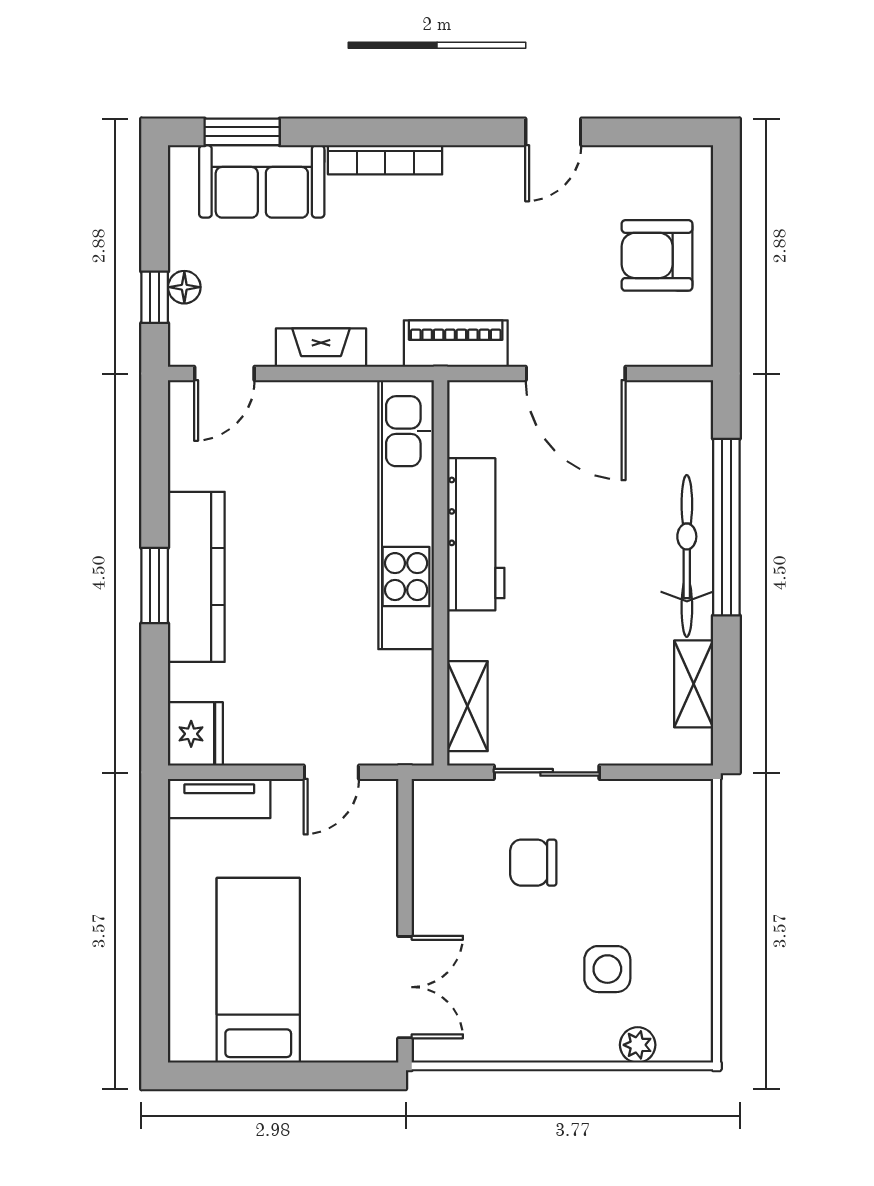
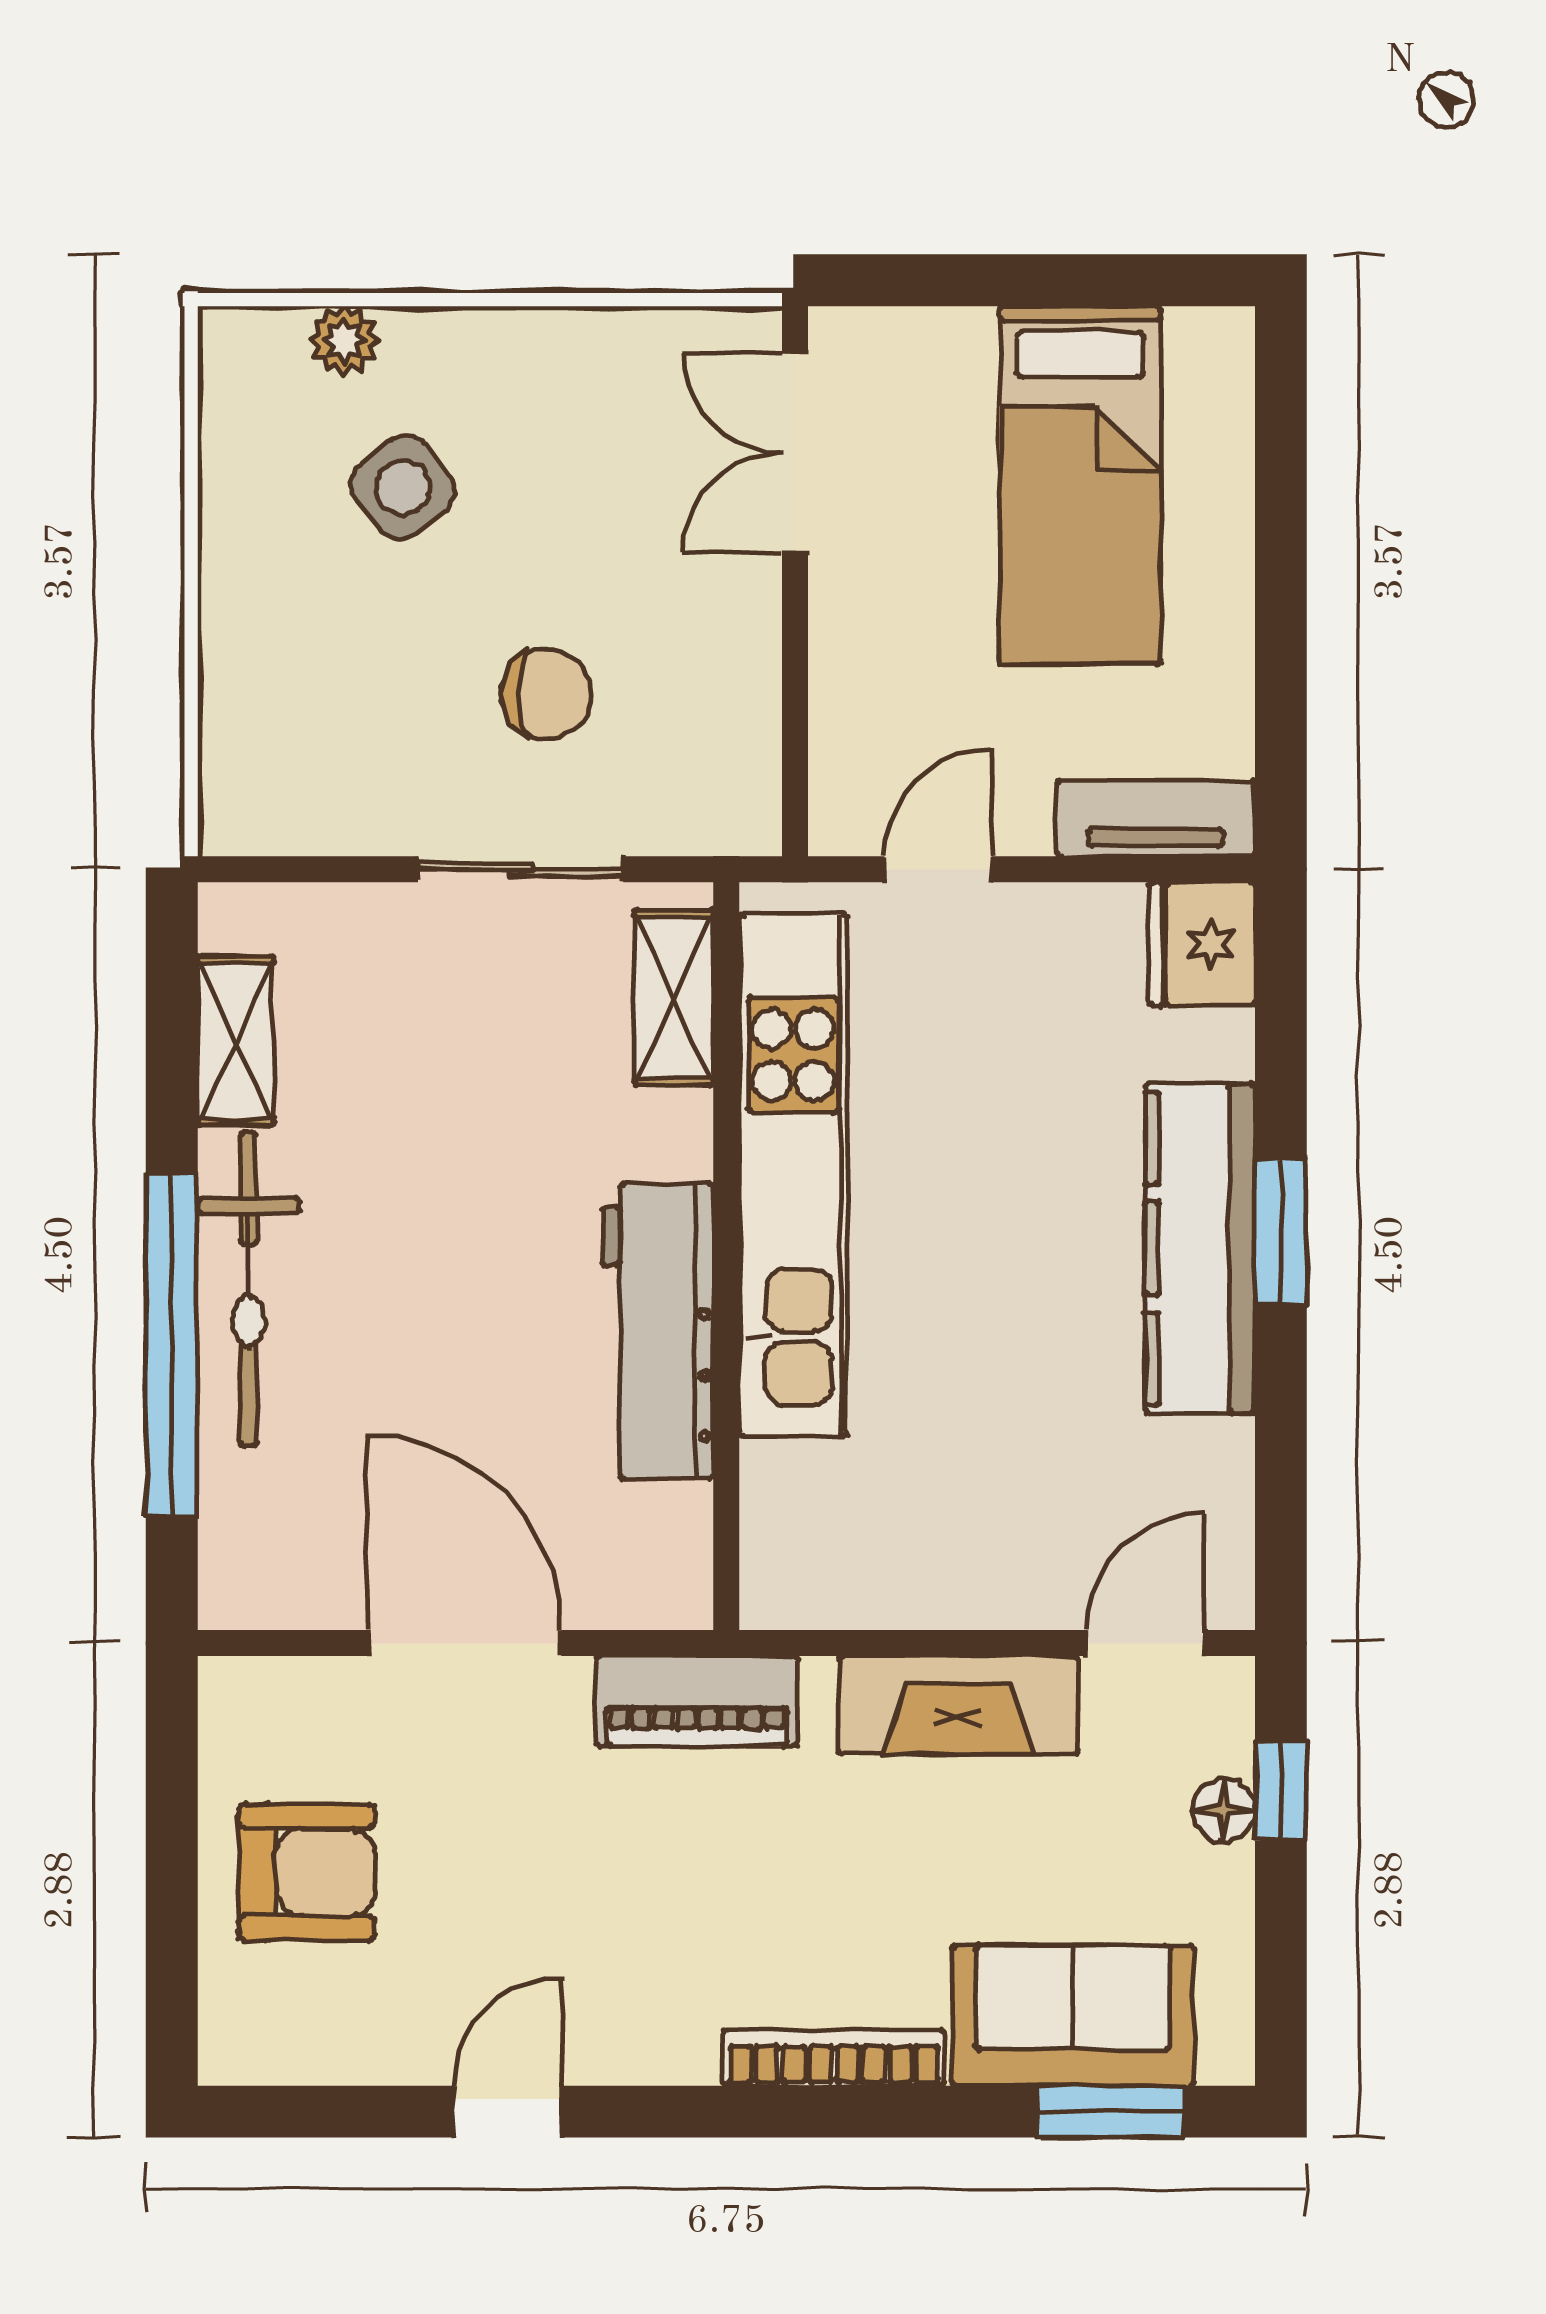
fireplace: (321, 348) -> (958, 1705), width x1.37, depth x1.32
kitchen unit: (406, 515) -> (793, 1175), moved
side table: (607, 969) -> (403, 487), turned -38

